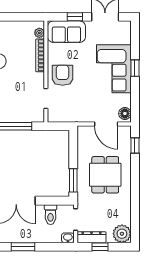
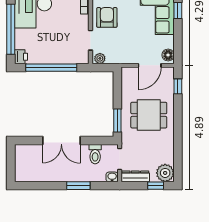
plant: (55, 117) -> (100, 58), added
door: (106, 124) -> (150, 65), hinge flipped
dining table: (105, 175) -> (149, 115), turned 90
window: (23, 247) -> (78, 186), moved
window: (100, 247) -> (156, 186), moved

